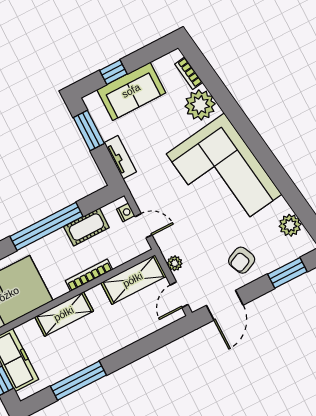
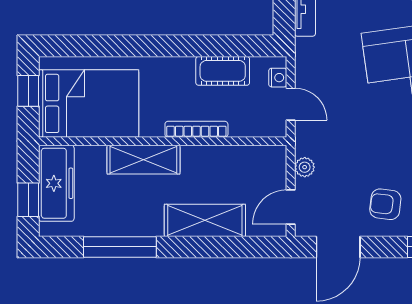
window: (46, 226) -> (176, 46), removed
armchair: (242, 260) -> (385, 204), turned 31
shelving: (133, 280) -> (205, 220), moved

